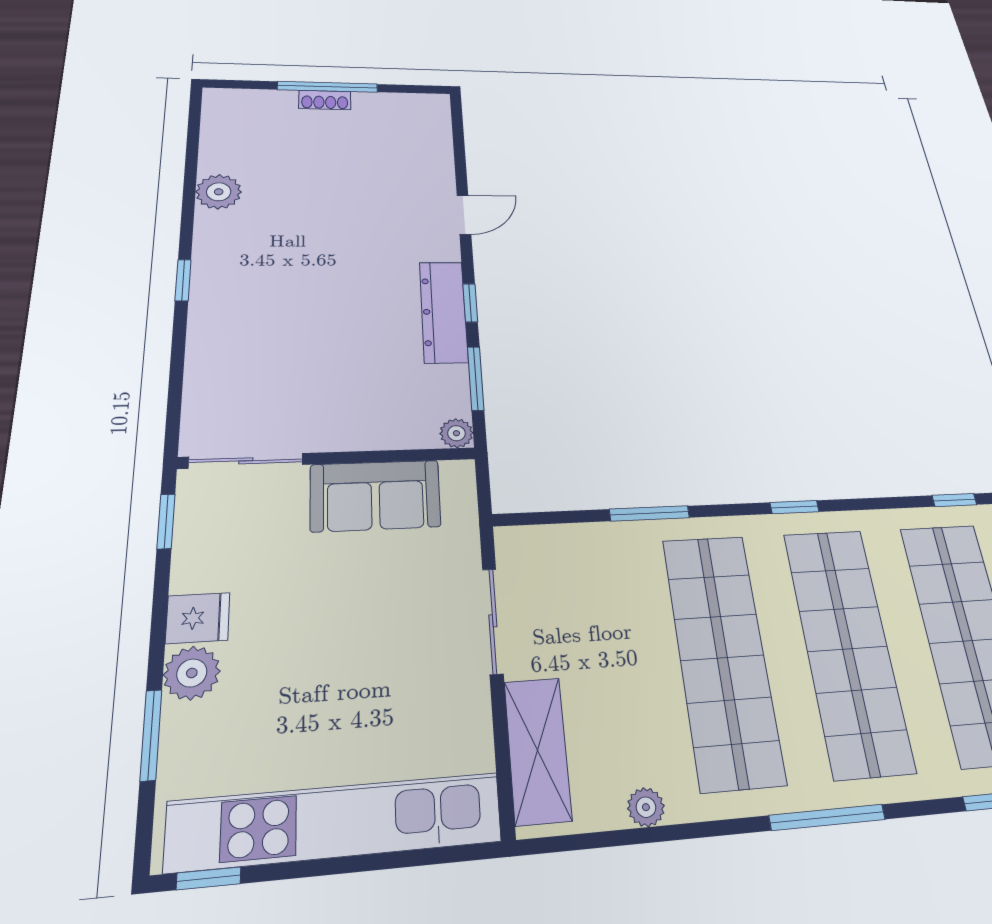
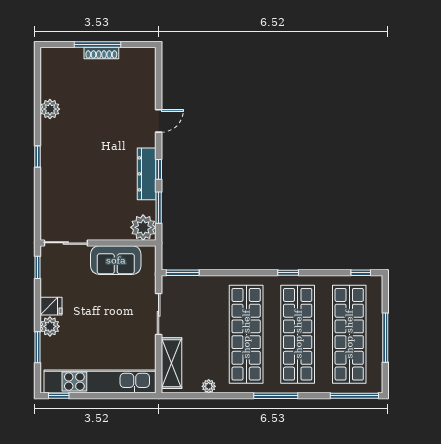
shoe rack: (325, 100) -> (101, 53), width x1.43
plant: (456, 433) -> (143, 227), width x1.87, depth x1.87
window: (649, 513) -> (183, 273), moved

